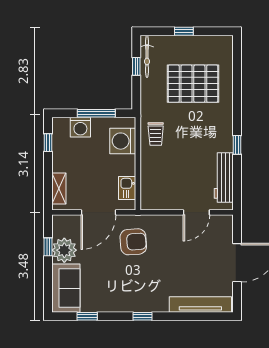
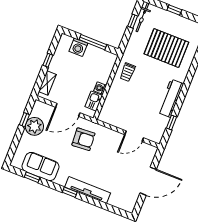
washing machine: (123, 141) -> (100, 88), moved, width x0.53, depth x0.53
window: (48, 143) -> (48, 60), moved
window: (237, 145) -> (171, 122), moved
workbench: (224, 177) -> (171, 98), moved
sofa: (66, 288) -> (40, 167), moved, turned -90
tv unit: (200, 304) -> (88, 190), moved

